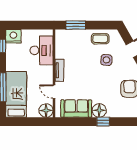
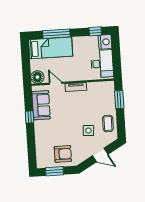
desk: (42, 50) -> (102, 64), moved, turned -90
door: (54, 92) -> (56, 83), hinge flipped
floor lamp: (99, 110) -> (41, 127), removed
window: (103, 122) -> (30, 117), moved

